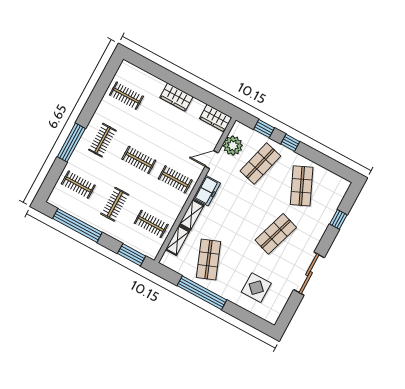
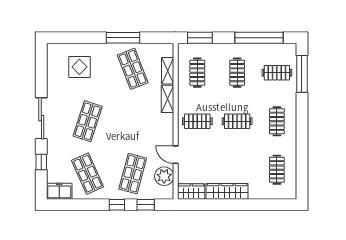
clothes rail: (126, 96) -> (277, 170), turned 90
wardrobe: (176, 97) -> (227, 191), width x1.50
window: (71, 143) -> (302, 74), moved
door: (212, 160) -> (176, 155), swing flipped
freezer: (207, 191) -> (59, 191), moved, turned 90
clothes rail: (151, 224) -> (197, 73), turned 90
sliding door: (309, 274) -> (41, 118), moved
window: (202, 293) -> (123, 38), width x0.68

